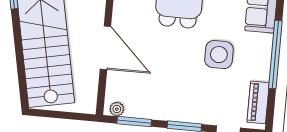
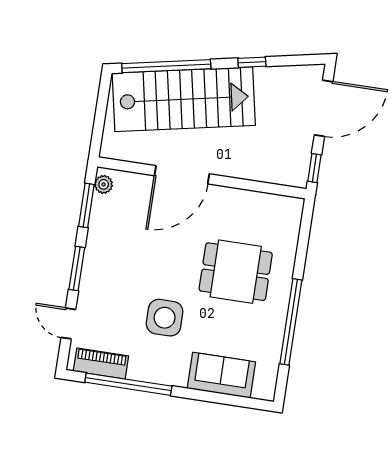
window: (275, 55) -> (128, 384), moved
window: (21, 65) -> (166, 66), added

